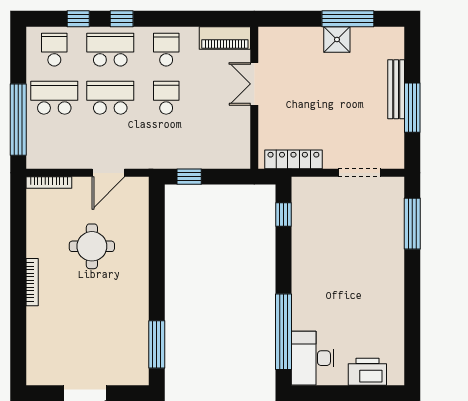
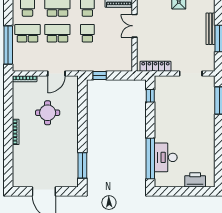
desk: (312, 358) -> (166, 157), moved

